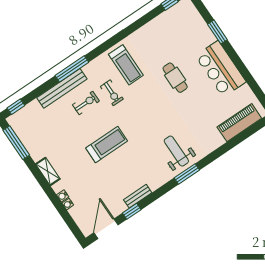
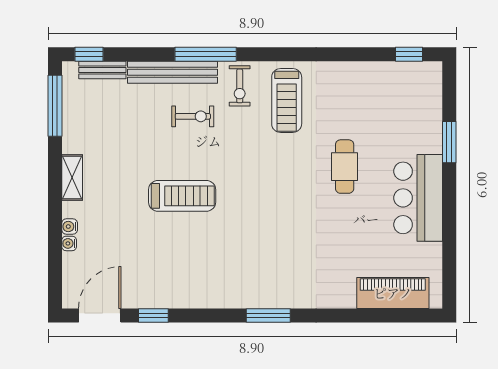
exercise bike: (112, 93) -> (240, 86), moved
weight bench: (176, 151) -> (275, 273), removed
bench: (138, 196) -> (102, 70), moved

